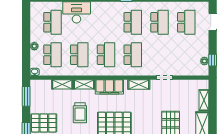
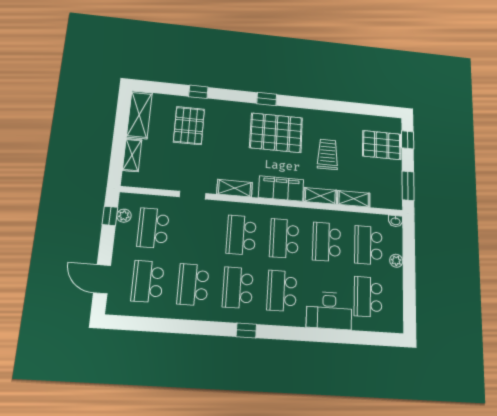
school desk: (106, 22) -> (282, 291), added
school desk: (186, 55) -> (153, 228), added

